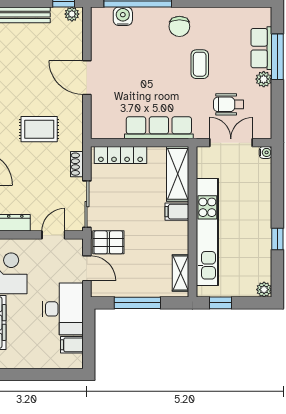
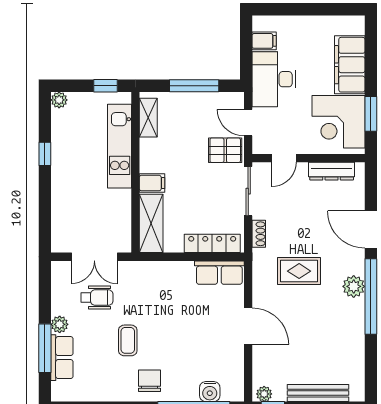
row of seats: (159, 128) -> (219, 273), moved, width x0.68
water cooler: (266, 152) -> (57, 246), removed
kitchen unit: (207, 232) -> (120, 146), width x0.73

